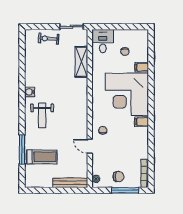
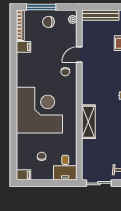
shelving: (81, 62) -> (88, 122), moved
filing cabinet: (142, 67) -> (23, 175), moved
filing cabinet: (142, 122) -> (24, 47), moved
door: (90, 146) -> (79, 54), swing flipped

